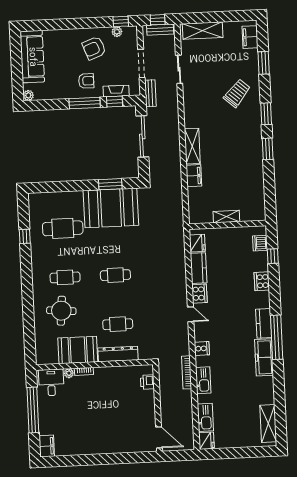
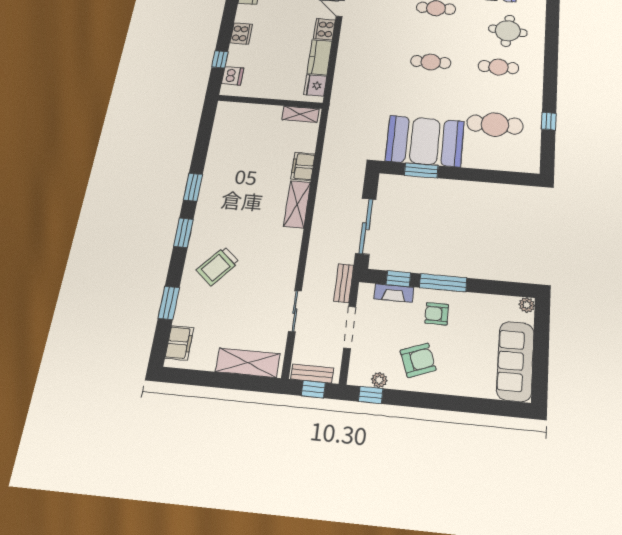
shelving: (226, 217) -> (301, 114), moved

